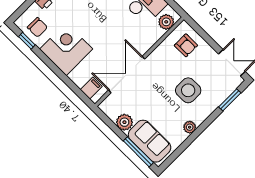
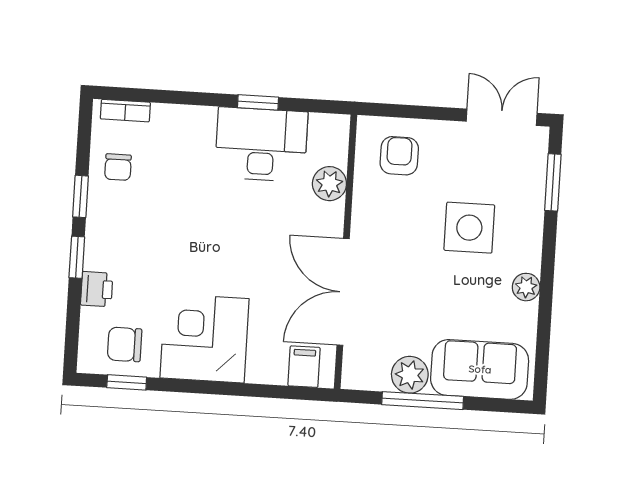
plant: (166, 22) -> (329, 184), moved
chair: (37, 27) -> (125, 344), turned 180
armchair: (186, 45) -> (399, 156), turned -90
window: (138, 152) -> (423, 401), moved

